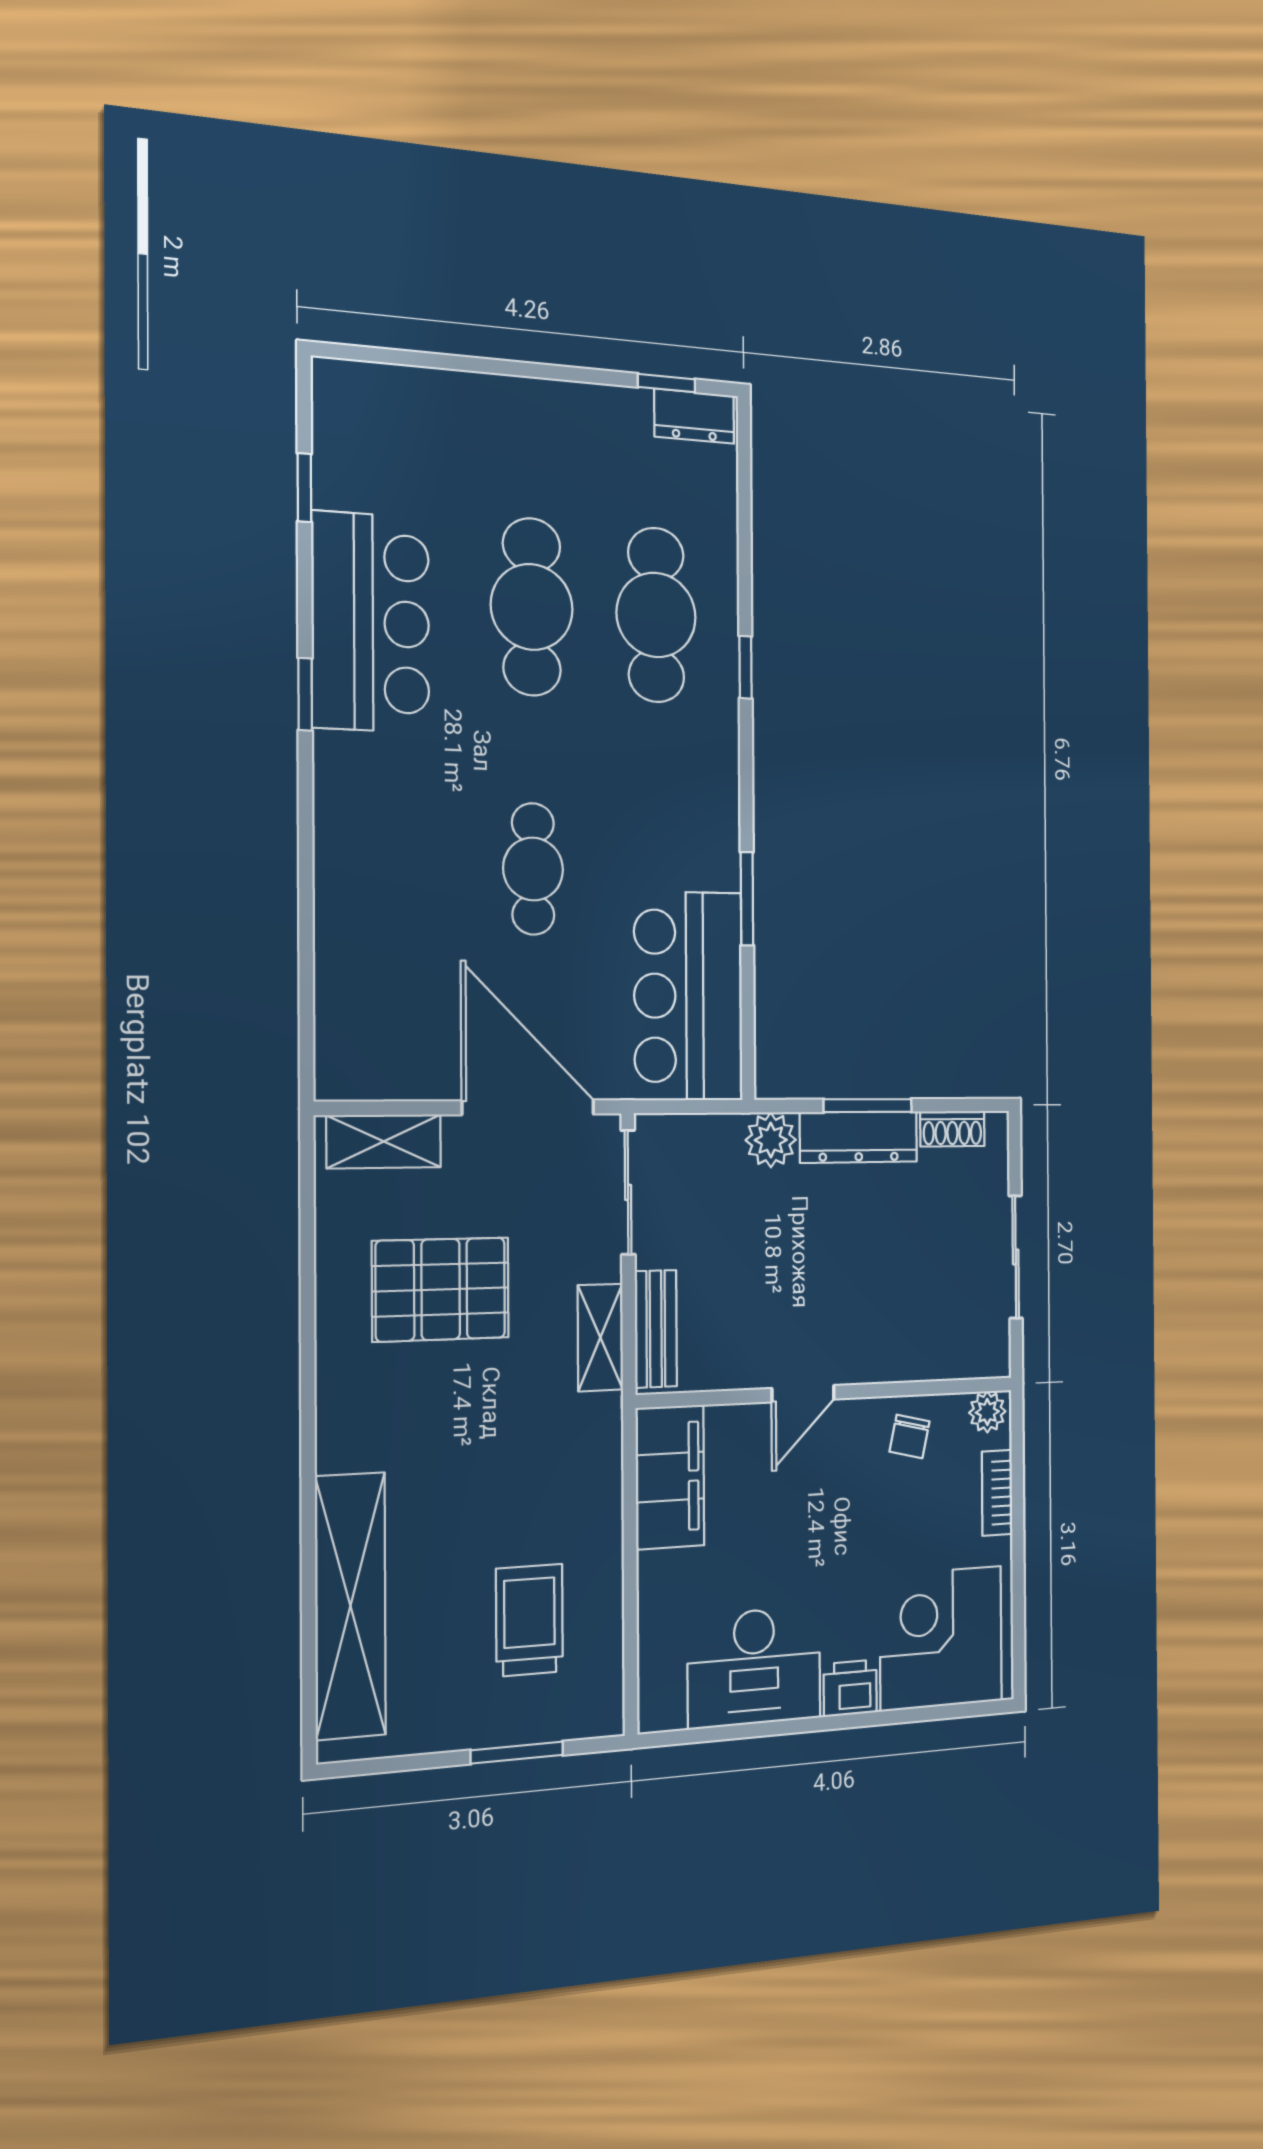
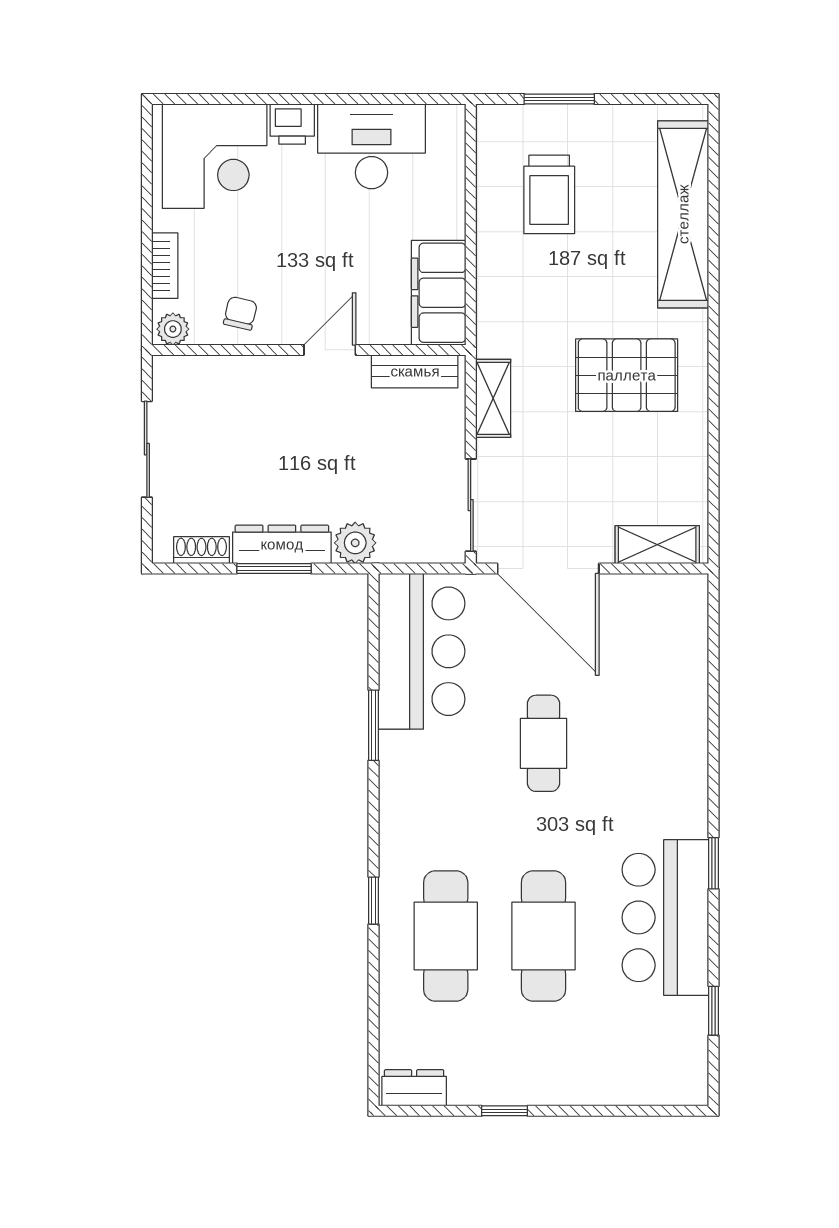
window: (667, 383) -> (504, 1111), moved
pallet: (441, 1289) -> (627, 375), moved
bench: (656, 1329) -> (415, 371), moved, turned 90

